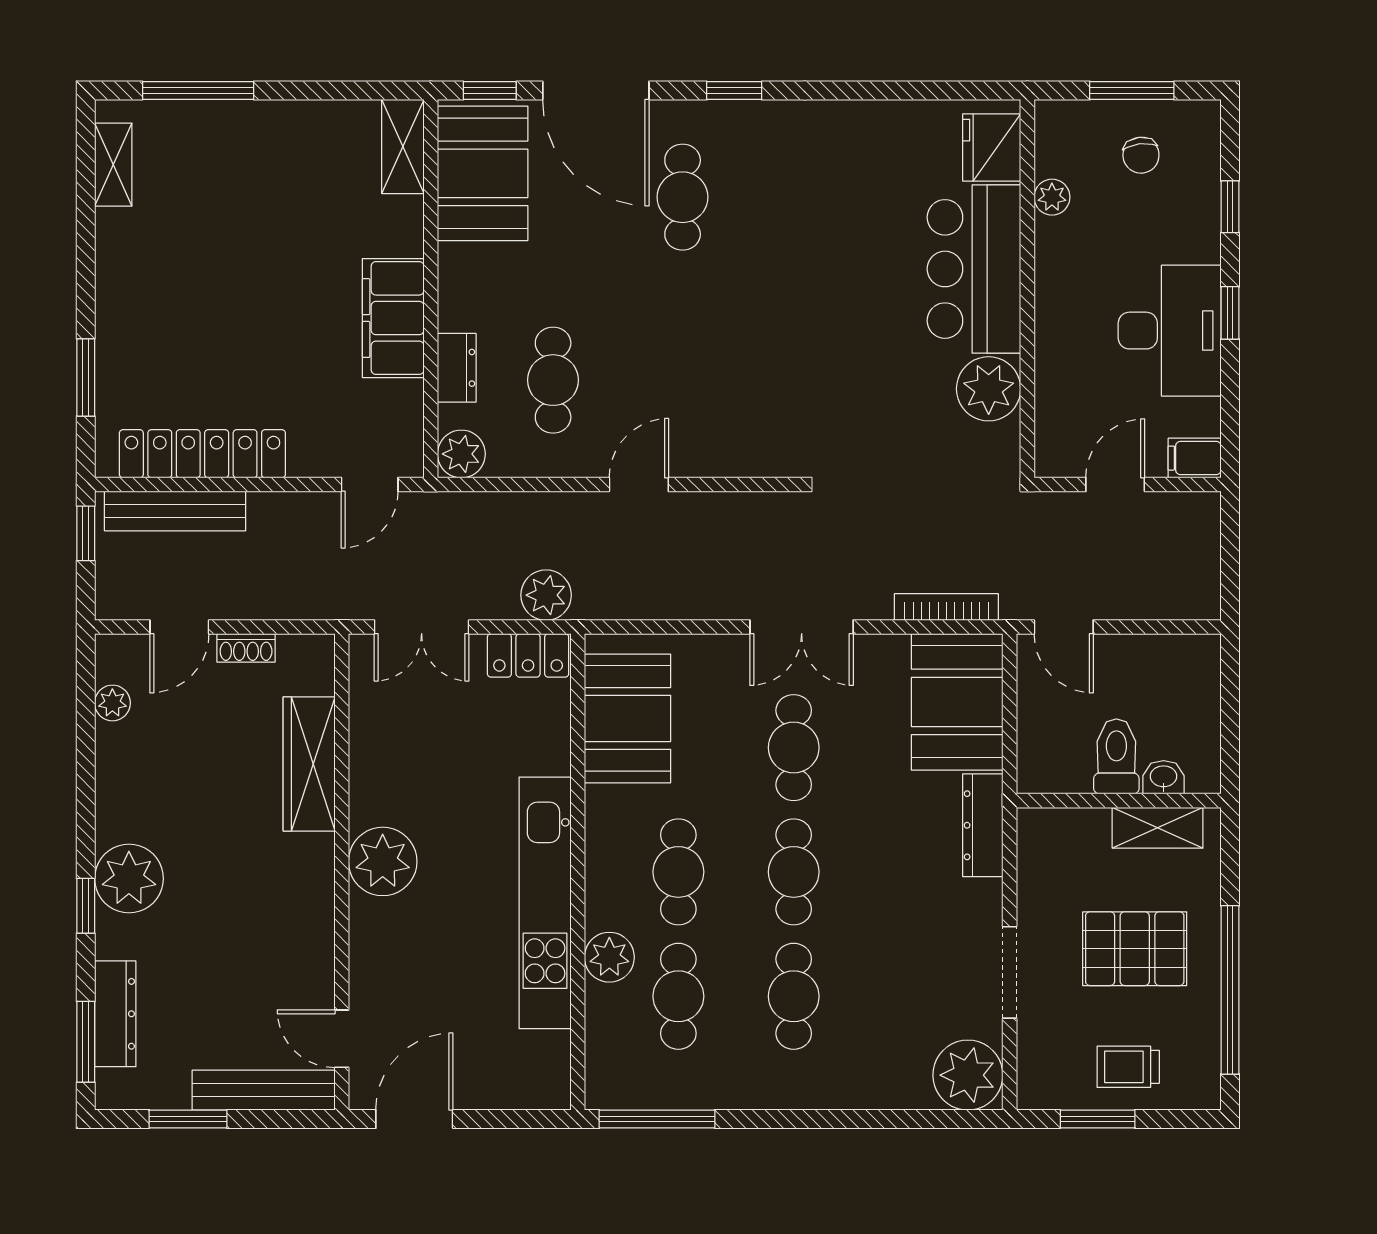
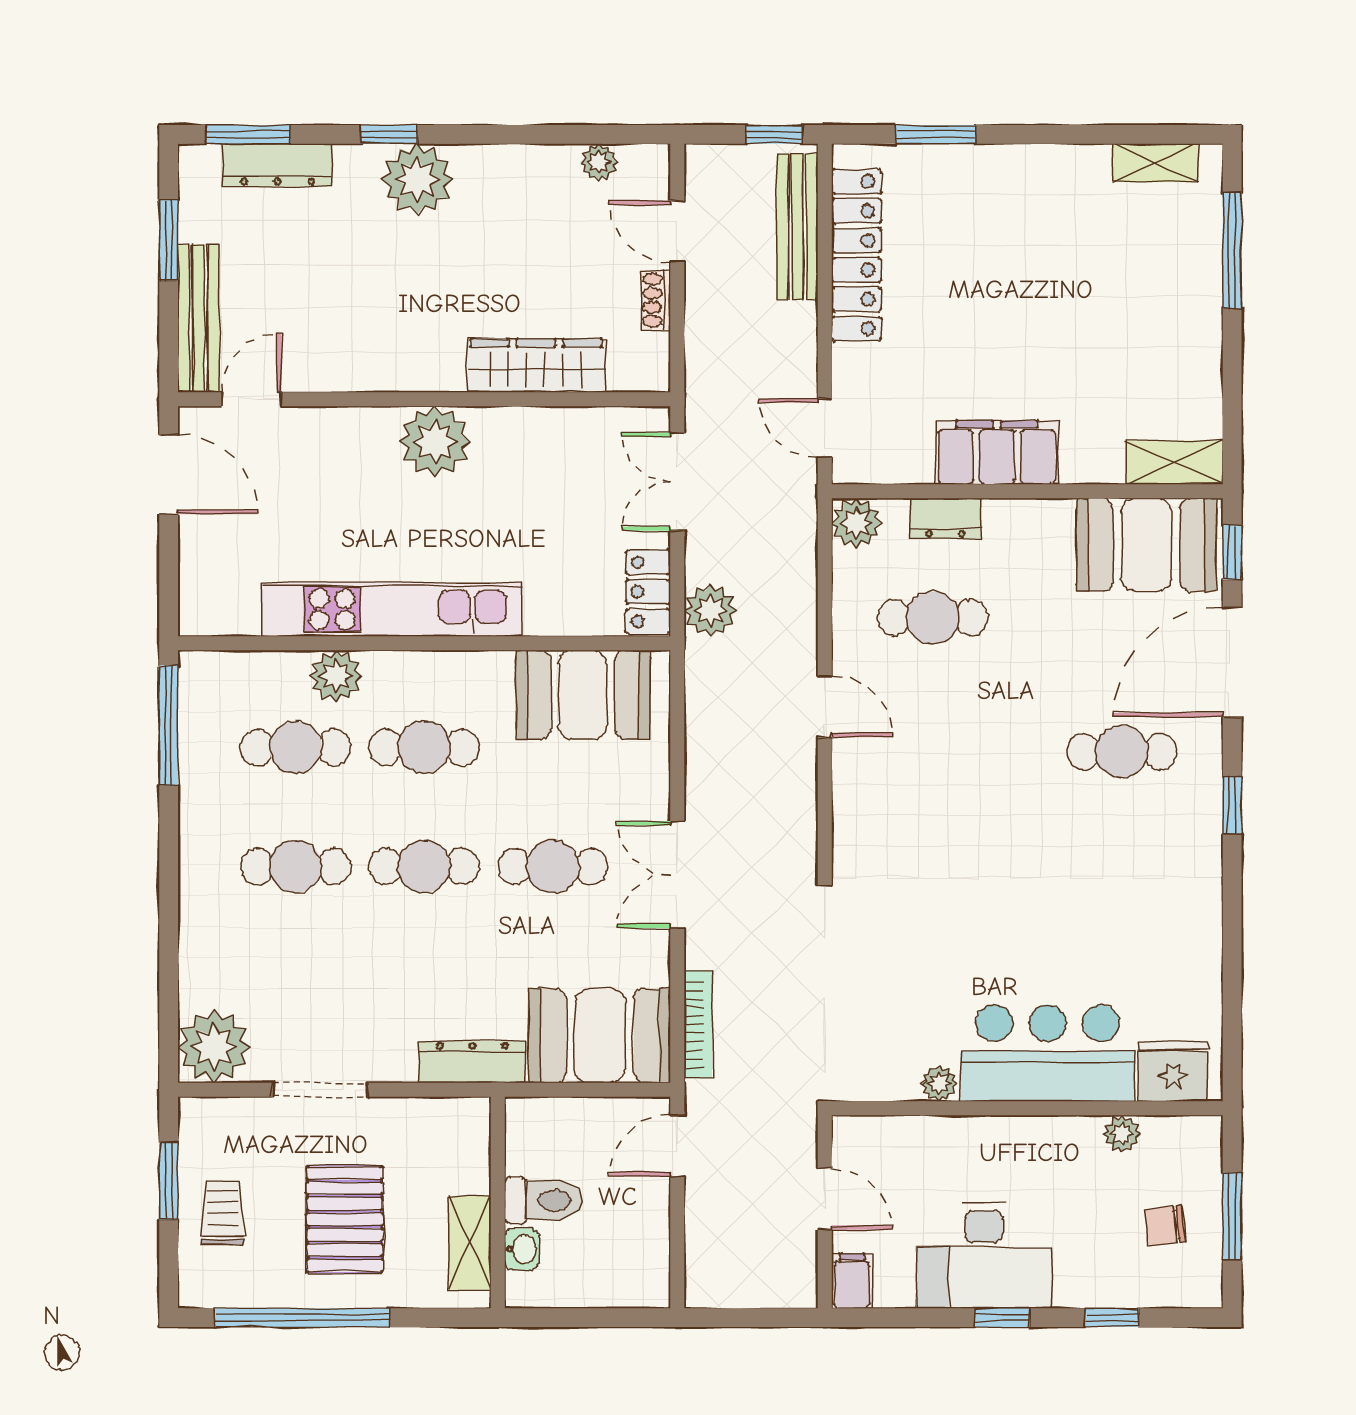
plant: (989, 389) -> (939, 1084), width x0.53, depth x0.53

